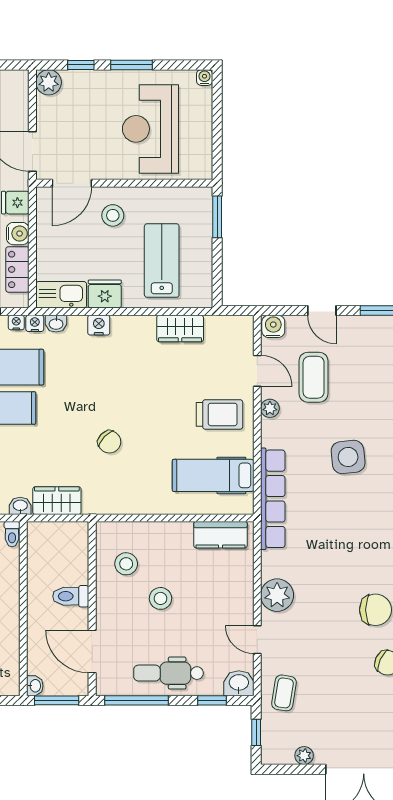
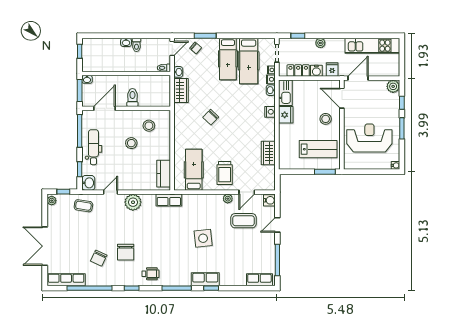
lab bench: (162, 261) -> (318, 149), moved
row of seats: (273, 499) -> (169, 200), width x0.50
plant: (304, 756) -> (52, 201), moved

